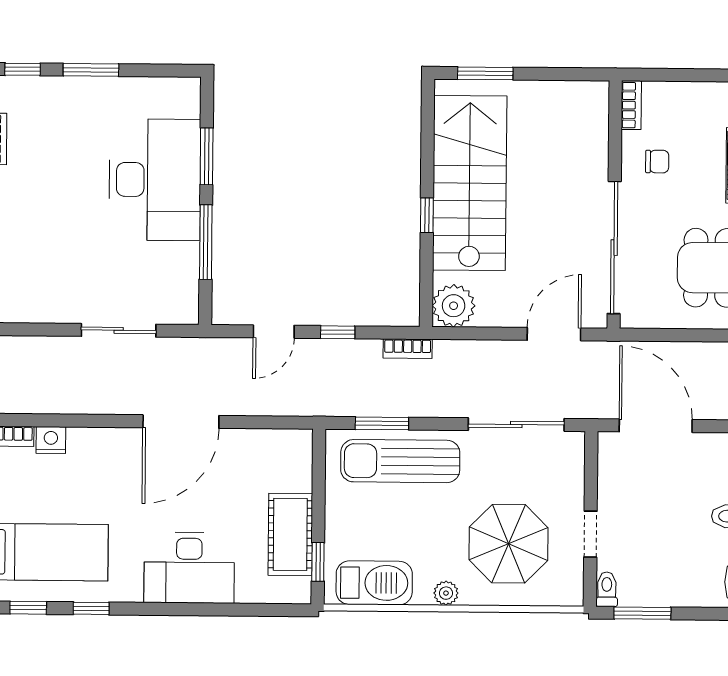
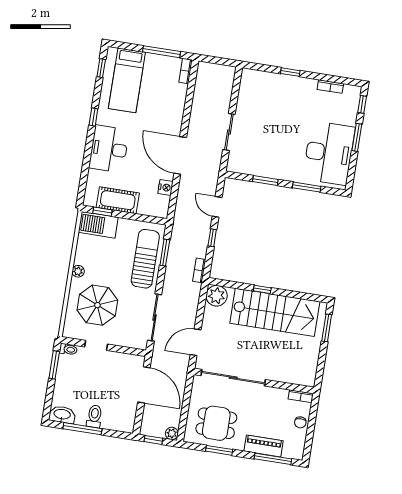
chair: (657, 162) -> (300, 422), moved
desk: (155, 180) -> (329, 153), moved, turned -90
window: (206, 242) -> (265, 180), width x0.69
door: (554, 334) -> (196, 342), swing flipped
door: (656, 426) -> (144, 385), hinge flipped
nightstand: (51, 440) -> (165, 187), moved
barbecue: (374, 583) -> (98, 225), moved, turned 90
window: (91, 608) -> (93, 117), moved

